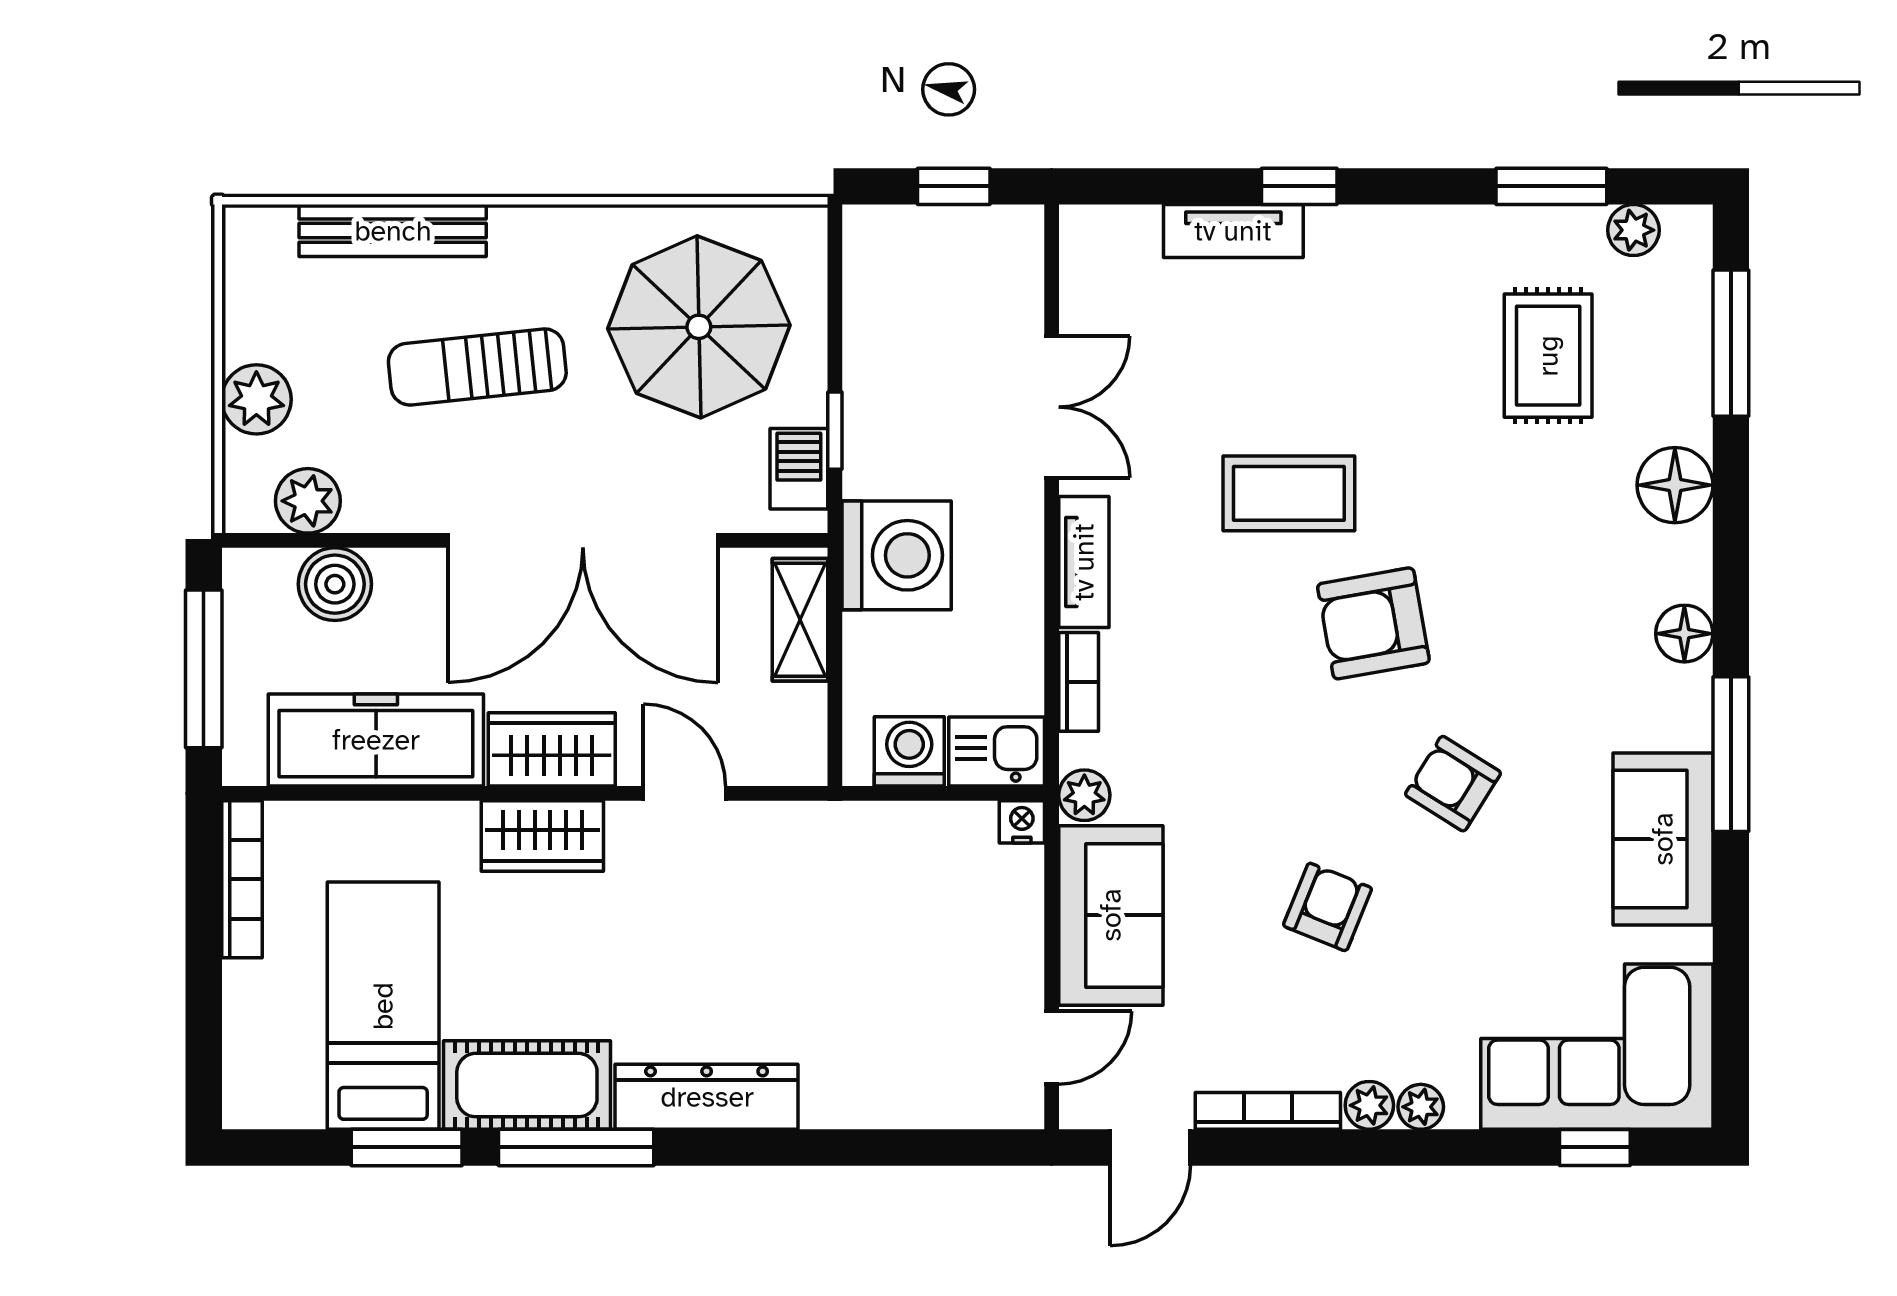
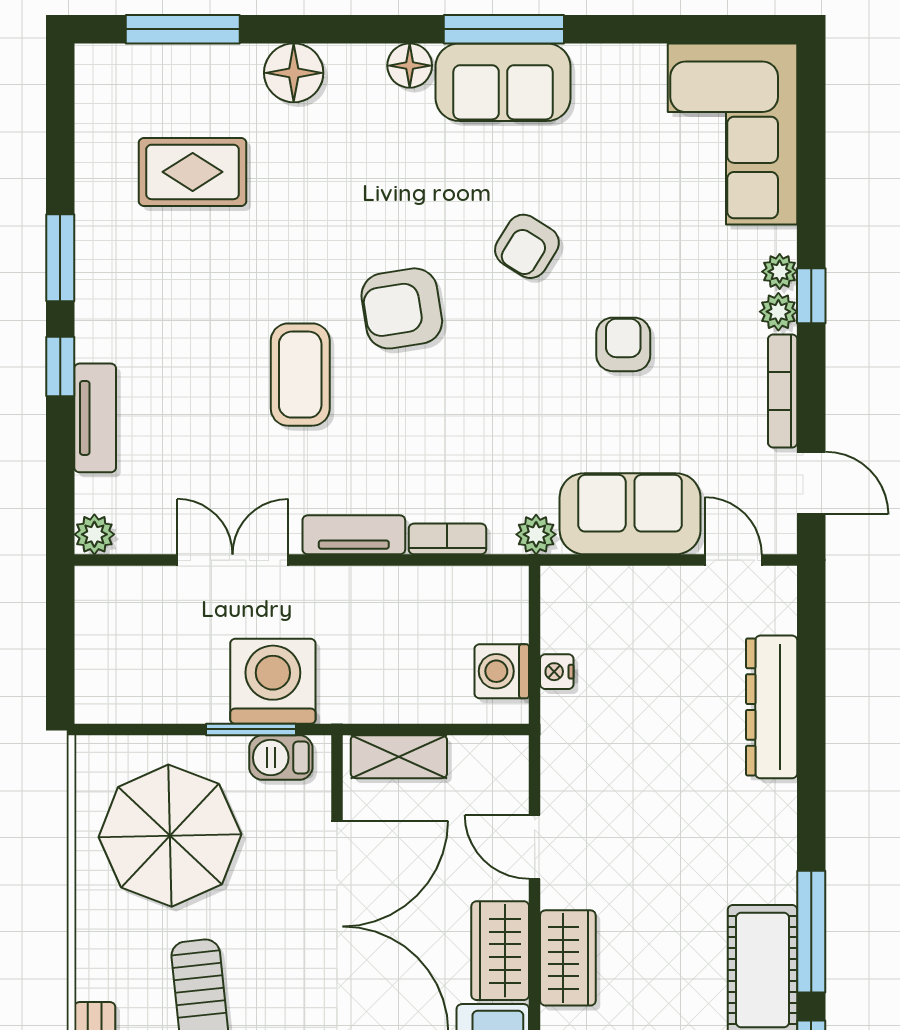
window: (954, 186) -> (60, 637), removed
window: (1551, 186) -> (60, 258), moved
plant: (1633, 230) -> (94, 534), moved
window: (835, 431) -> (251, 729), width x1.50
washing machine: (897, 555) -> (273, 681), moved
armchair: (1373, 623) -> (402, 308), turned 91
kitchen sink: (997, 752) -> (502, 603), removed
door: (685, 793) -> (535, 847), hinge flipped
nightstand: (1022, 822) -> (557, 672), moved
sofa: (1663, 839) -> (503, 82), moved
armchair: (1327, 907) -> (623, 344), turned 68
dresser: (707, 1097) -> (772, 707), moved
window: (1595, 1147) -> (811, 296), moved

